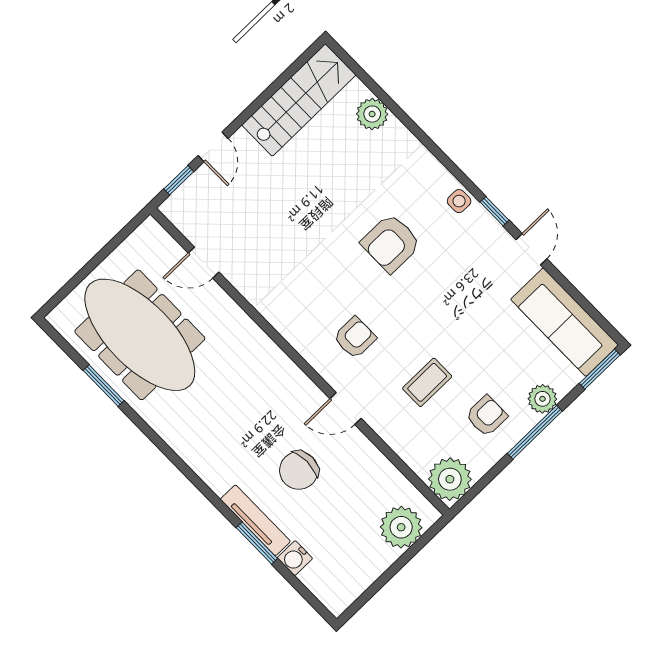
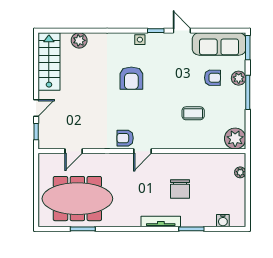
door: (213, 147) -> (36, 108), hinge flipped
armchair: (355, 338) -> (125, 138), moved, turned -90
coffee table: (427, 382) -> (193, 113), turned 90
door: (346, 409) -> (143, 151), moved
armchair: (487, 416) -> (212, 78), moved, turned 91
tv unit: (255, 520) -> (161, 222), moved
plant: (401, 527) -> (240, 172), width x0.53, depth x0.53
water cooler: (295, 558) -> (223, 221), moved

